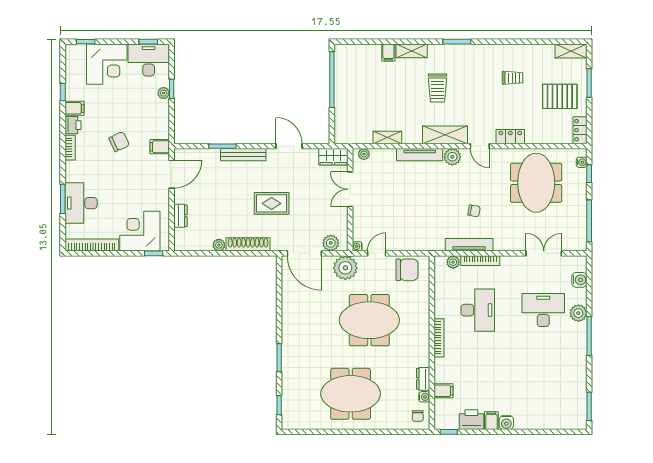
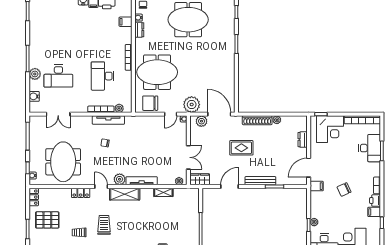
trolley: (438, 88) -> (104, 225), moved
door: (289, 146) -> (230, 186), swing flipped
meeting table: (369, 320) -> (157, 72), moved

